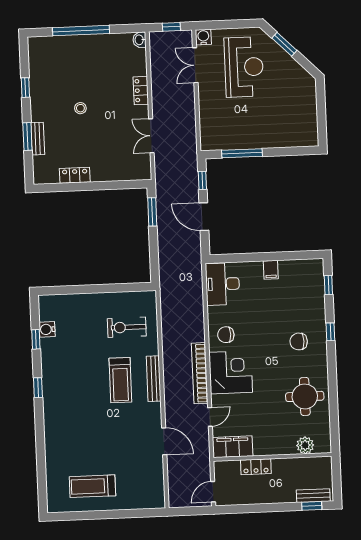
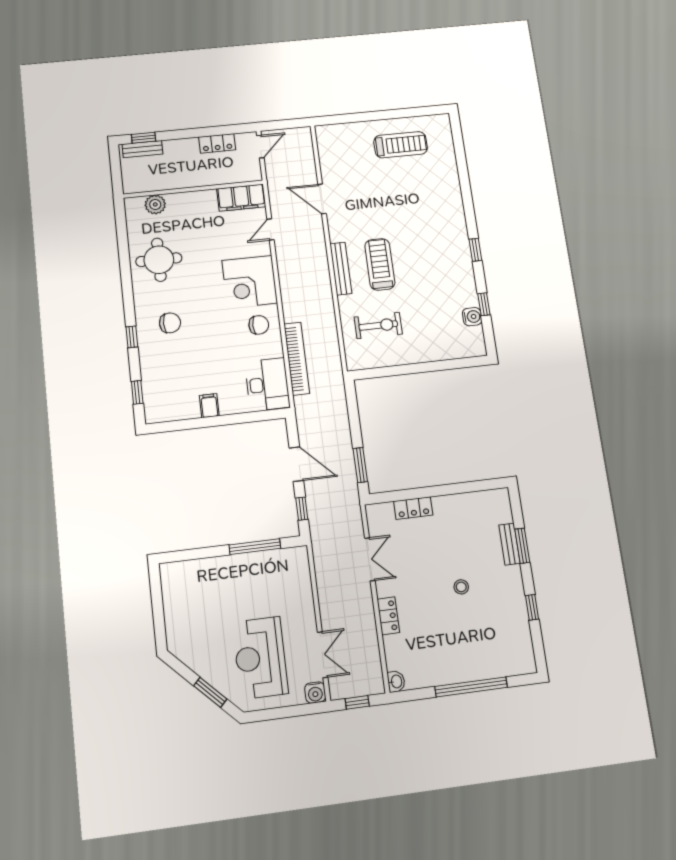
locker: (75, 175) -> (413, 508), moved
bookcase: (200, 373) -> (297, 359), moved
locker: (256, 467) -> (217, 143), moved, turned 180

